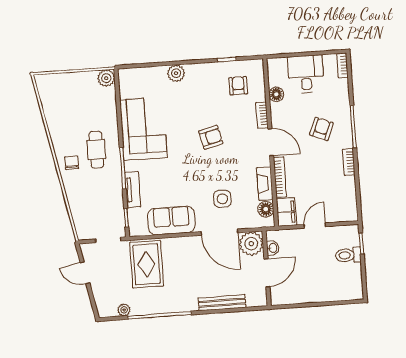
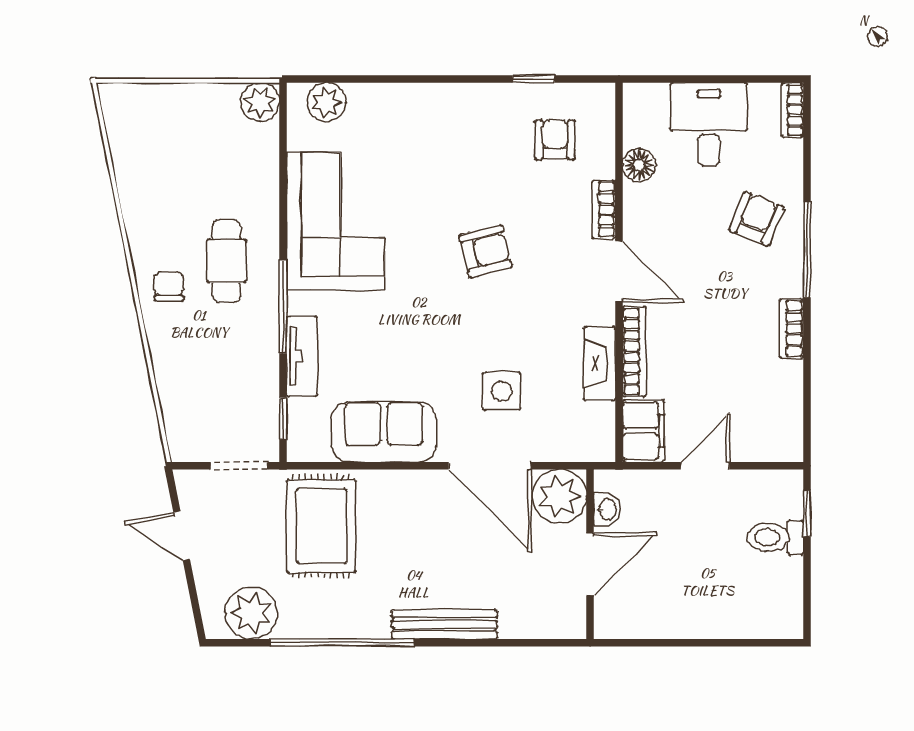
plant: (176, 73) -> (326, 102), moved
armchair: (321, 129) -> (756, 219), moved
floor lamp: (266, 209) -> (598, 421), removed
bench: (222, 303) -> (444, 624), moved
plant: (124, 310) -> (251, 613), width x1.88, depth x1.88

